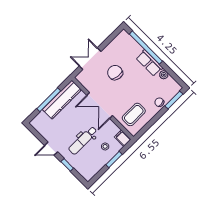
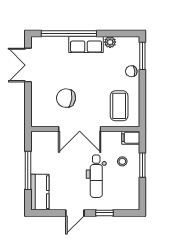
double door: (90, 59) -> (28, 65), moved
chair: (115, 73) -> (66, 98), moved
kitchen counter: (62, 100) -> (40, 192), moved, width x0.67

